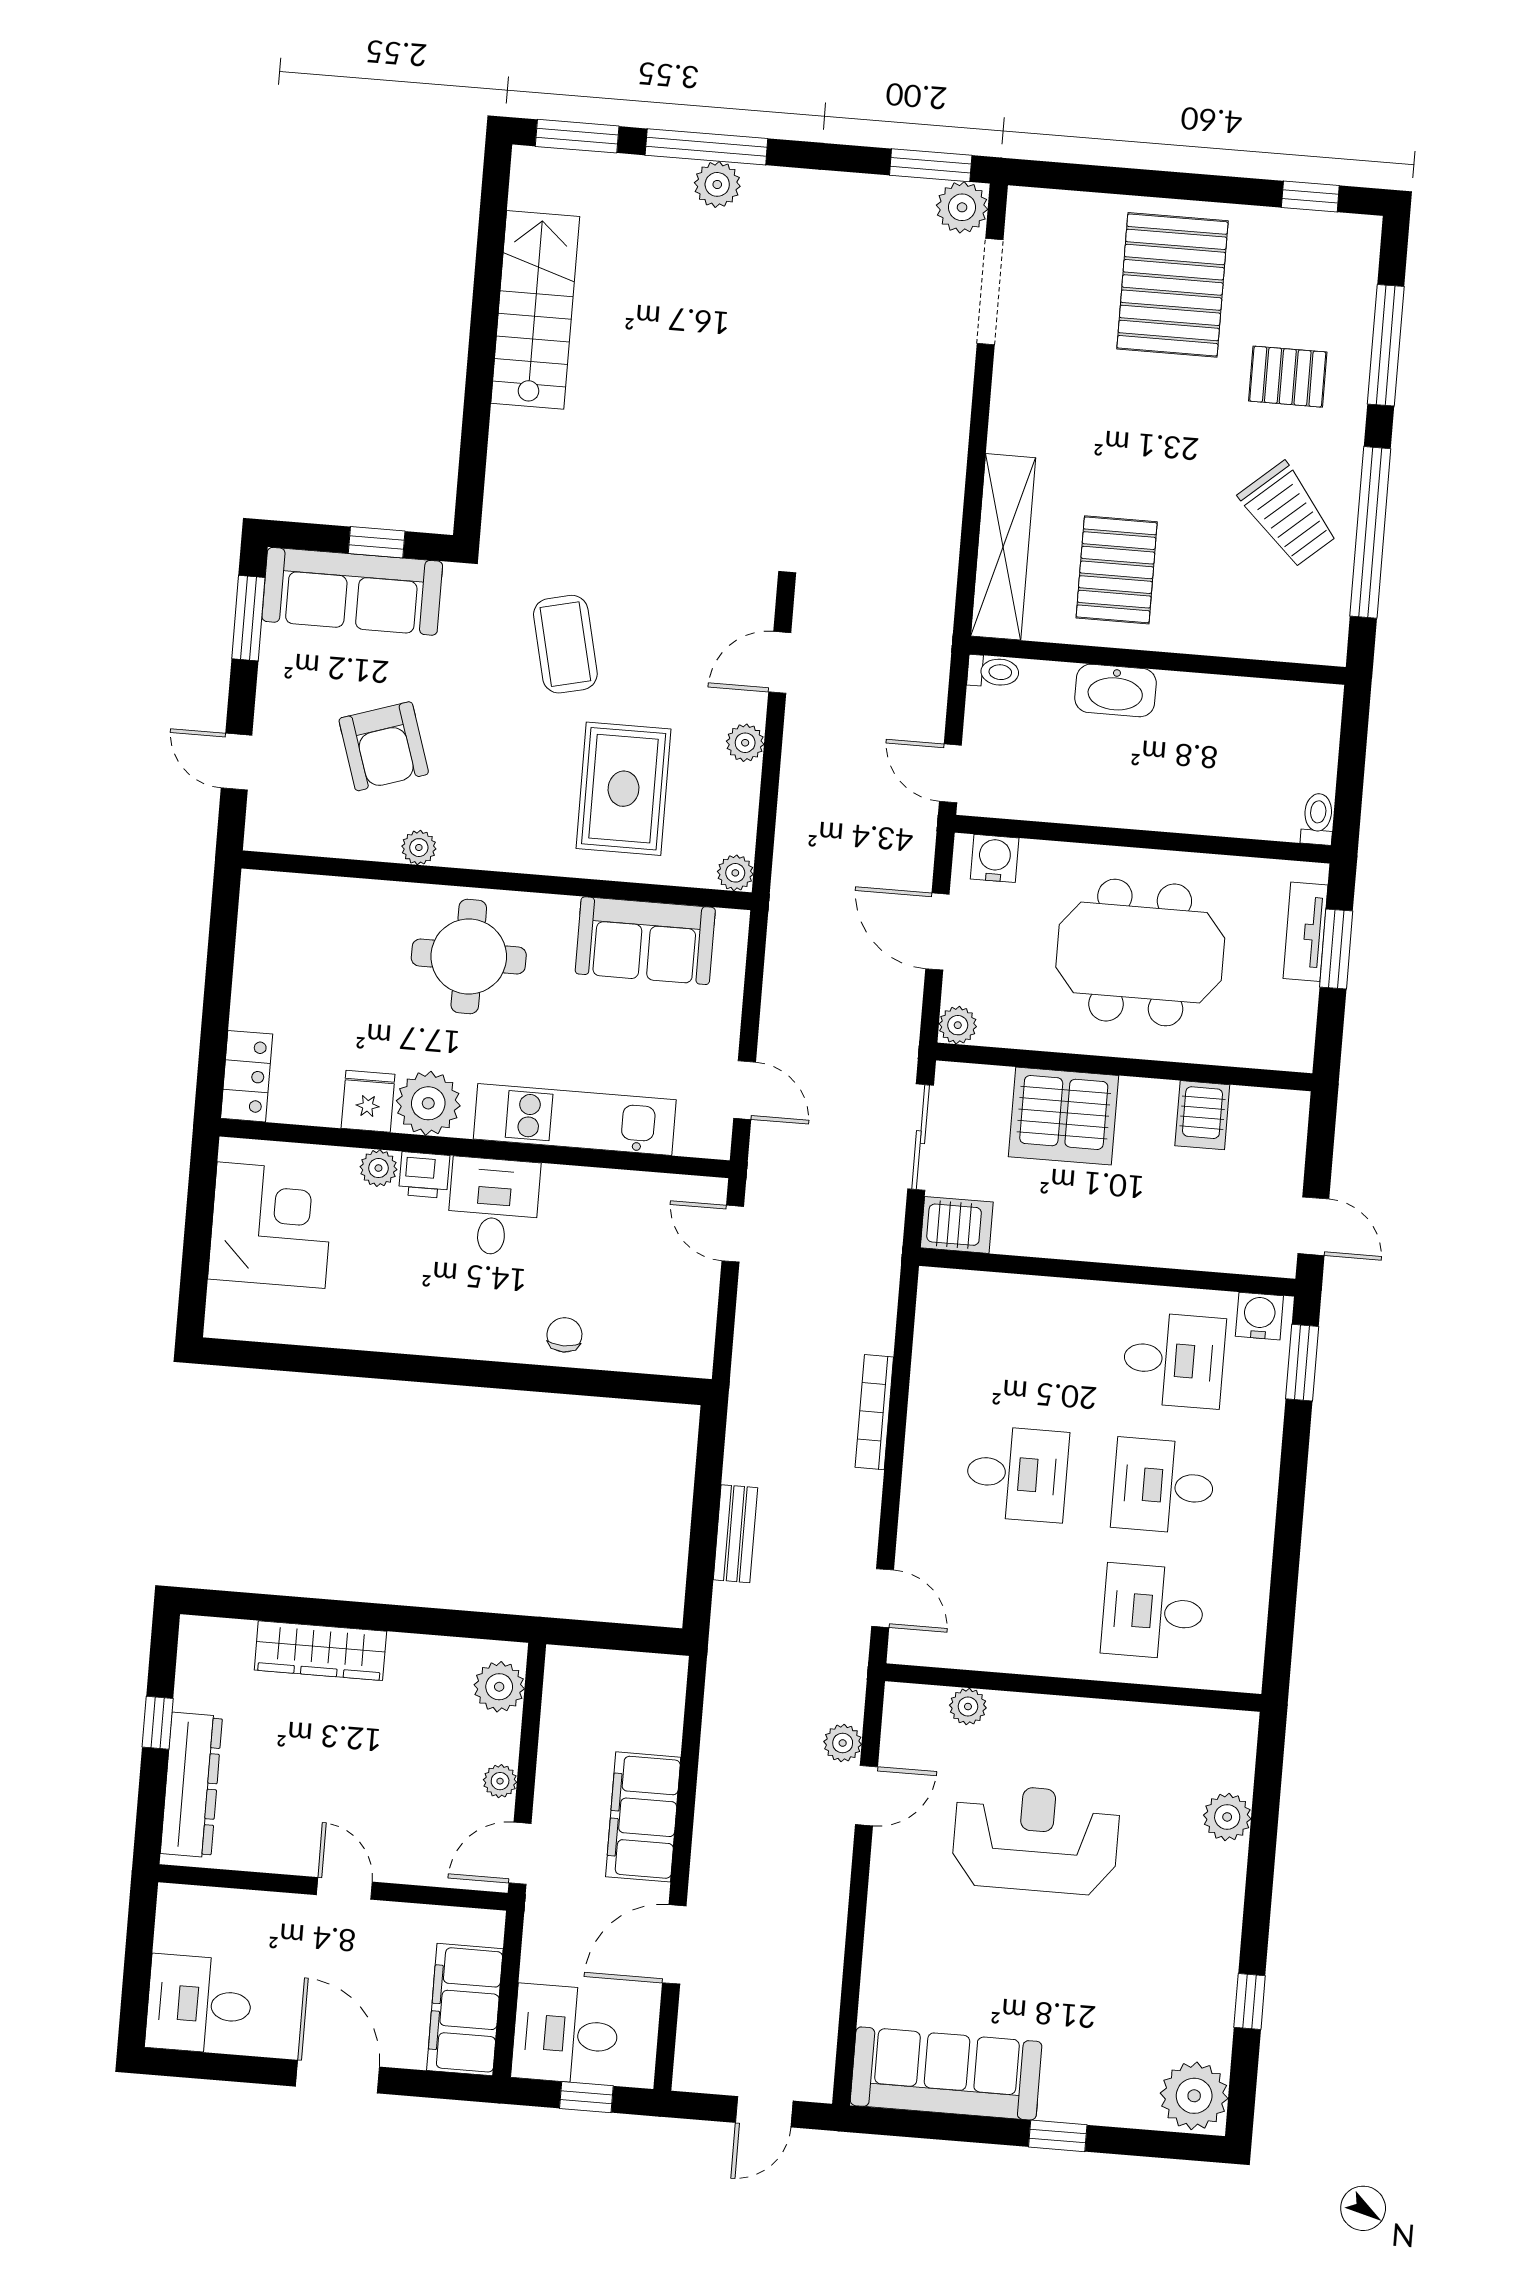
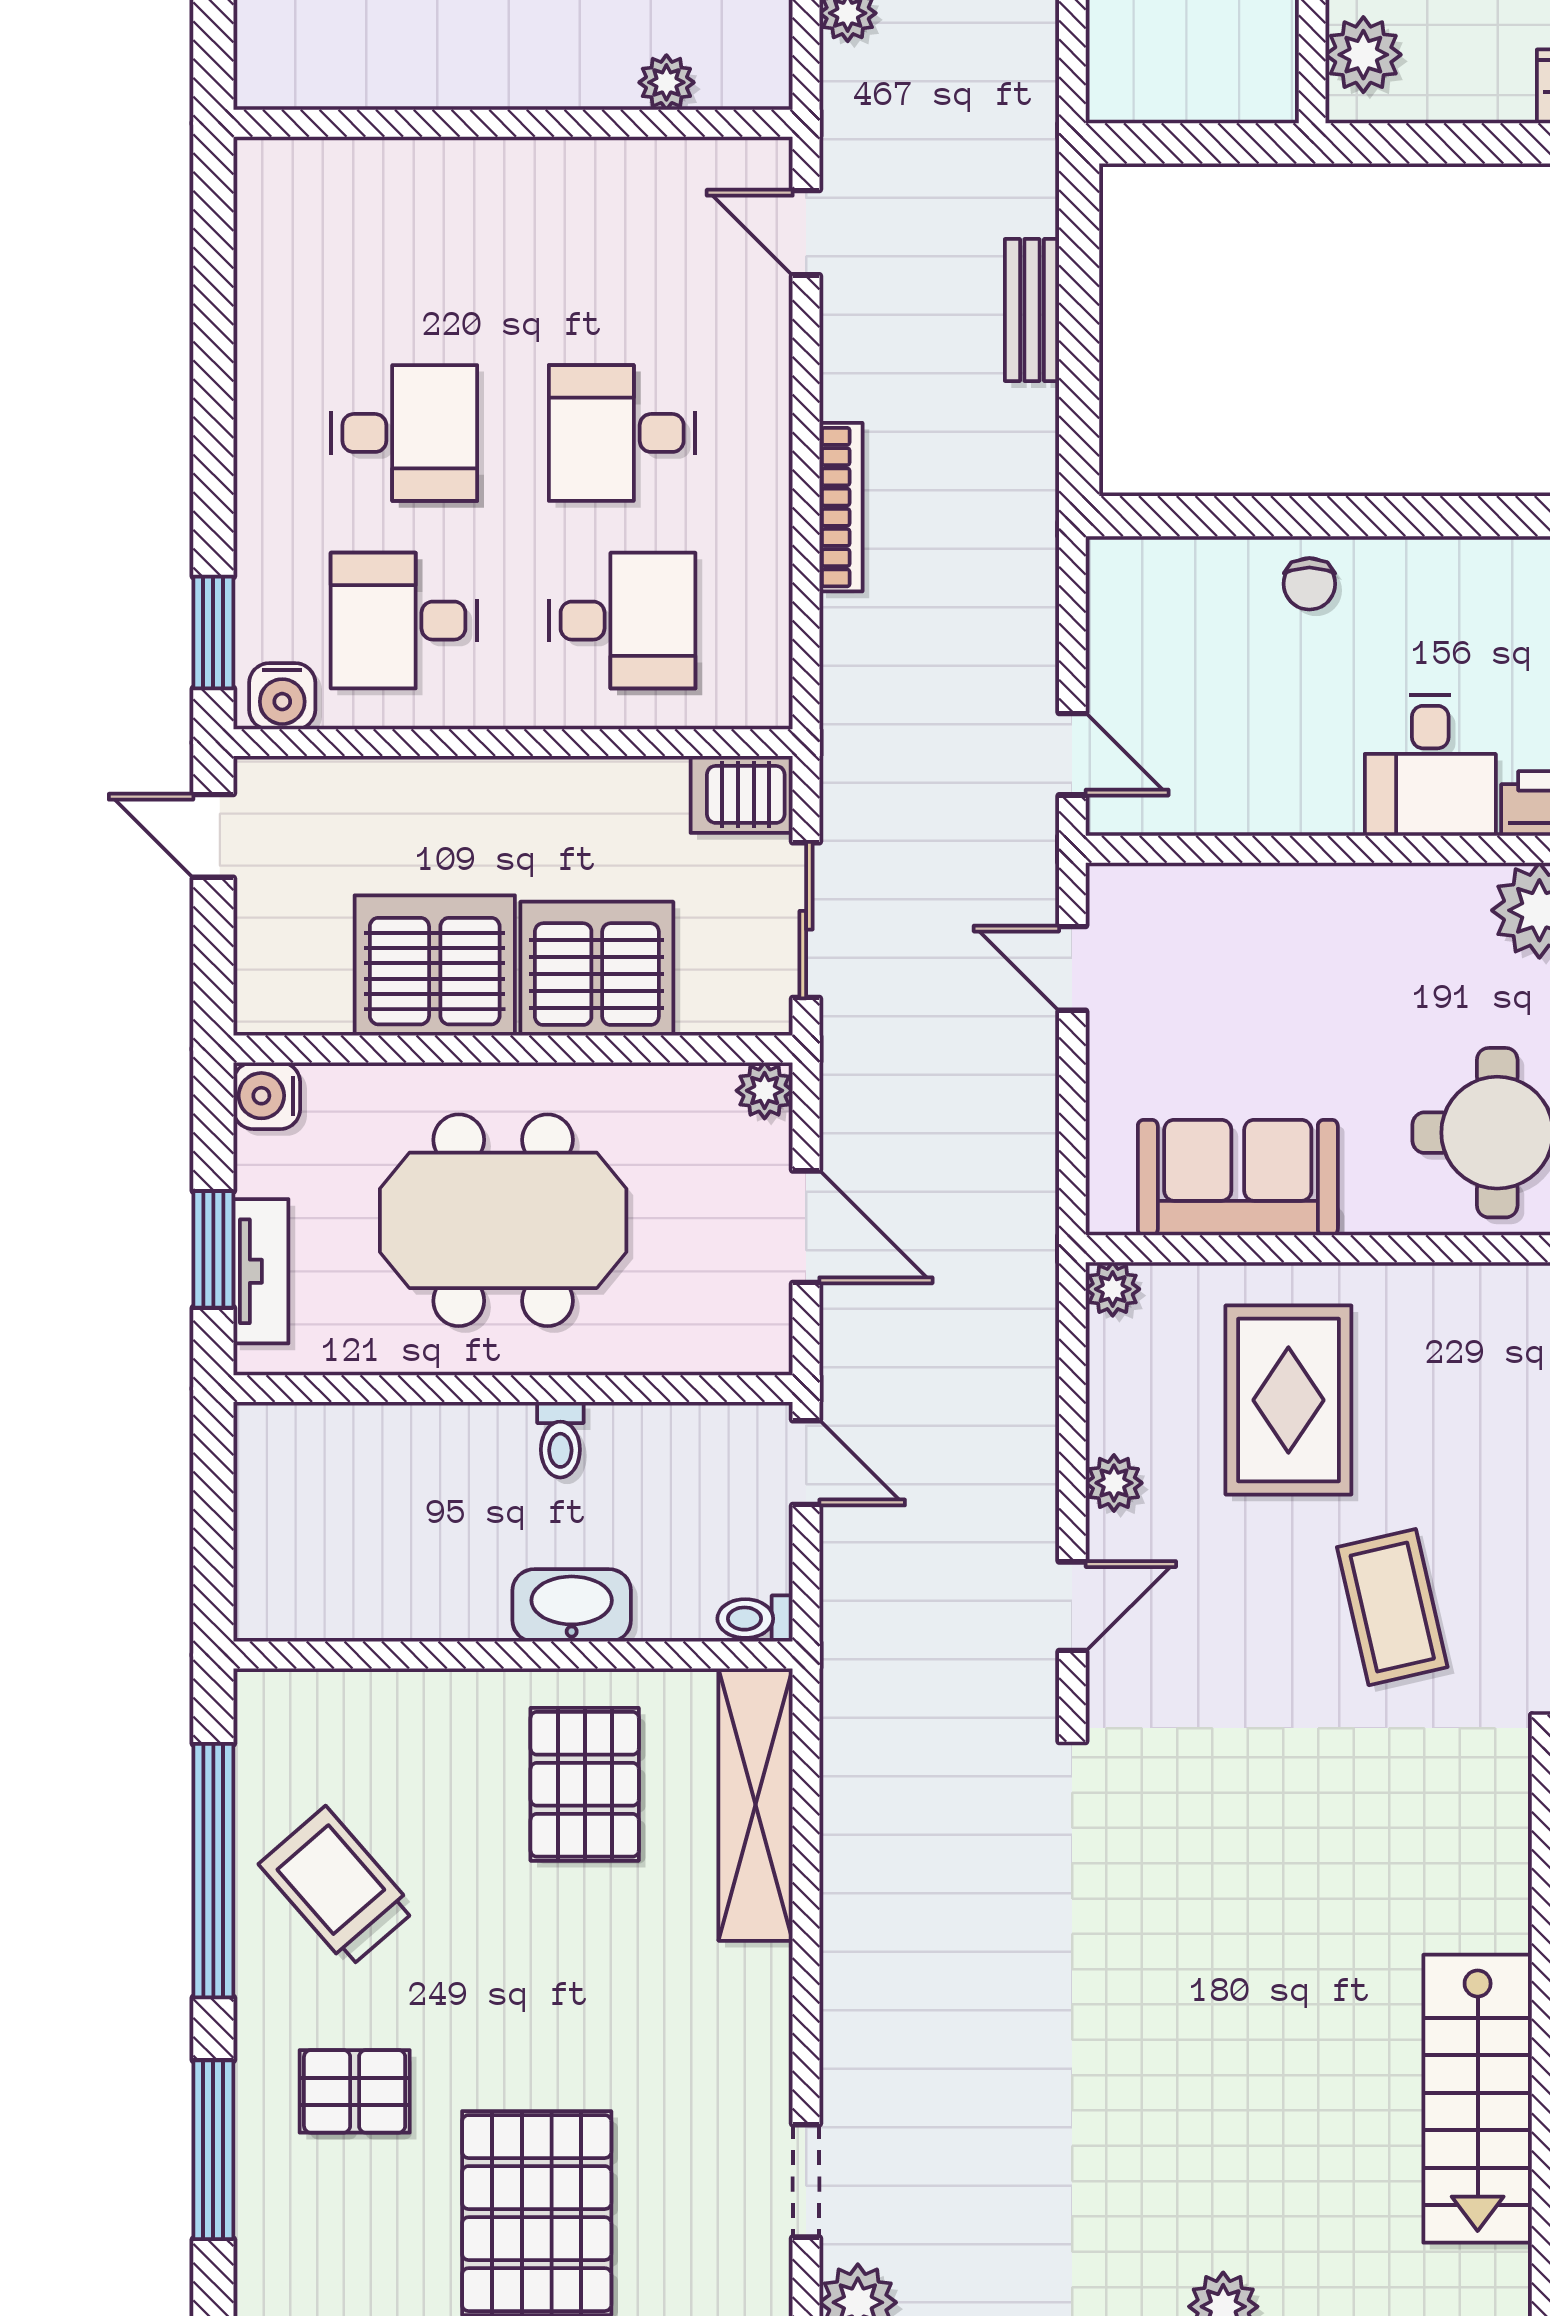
doorway: (990, 292) -> (806, 2181), width x0.73
toilet: (1318, 819) -> (560, 1440), moved
water cooler: (995, 858) -> (267, 1096), moved, turned 90
server rack: (1202, 1115) -> (435, 965), width x2.18, depth x1.44
kitchen unit: (575, 1119) -> (1320, 904), removed
desk: (1153, 1612) -> (622, 621), moved

